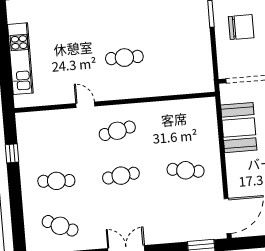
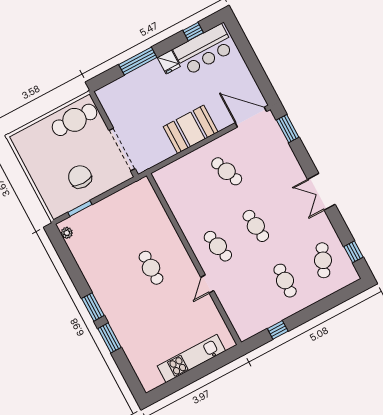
booth: (239, 128) -> (191, 129), moved
cafe table: (186, 170) -> (227, 171), turned -30

